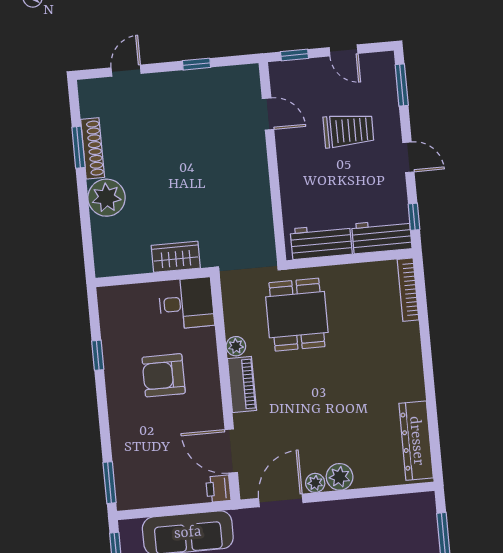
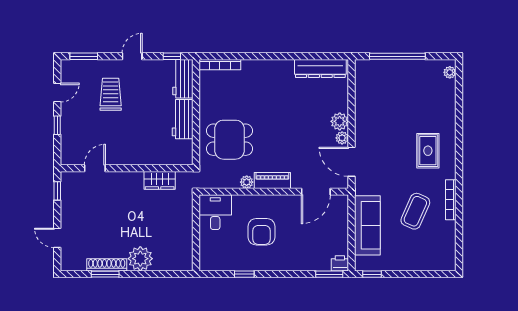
door: (268, 114) -> (95, 168), moved
wall: (272, 162) -> (127, 168), moved
wardrobe: (176, 257) -> (160, 180), moved, turned -90
printer: (218, 489) -> (340, 263), moved, turned 180

